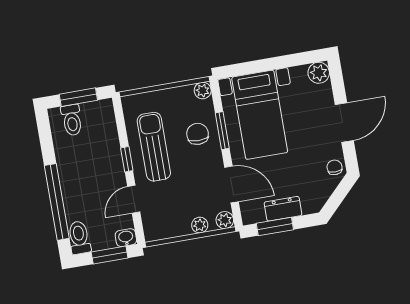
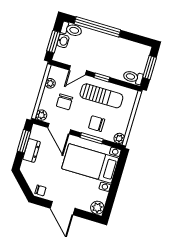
toilet: (72, 120) -> (133, 77), moved
chair: (198, 134) -> (97, 124), turned 180
door: (232, 184) -> (59, 129), hinge flipped
chair: (189, 196) -> (65, 102), added
door: (134, 199) -> (78, 70), swing flipped
plant: (200, 225) -> (50, 83), moved
washbasin: (126, 238) -> (63, 41), moved

